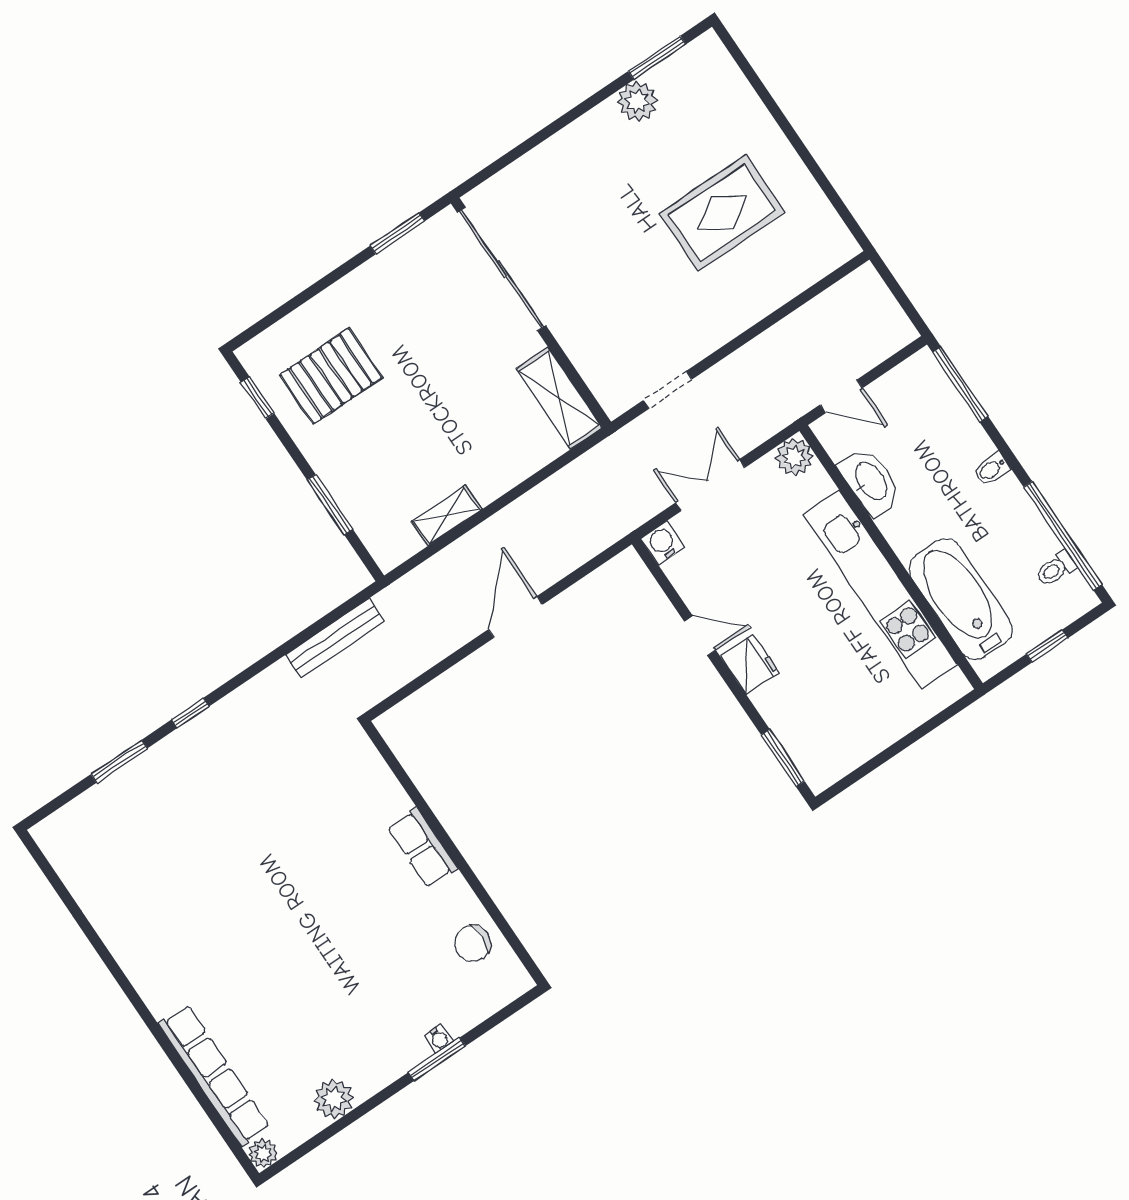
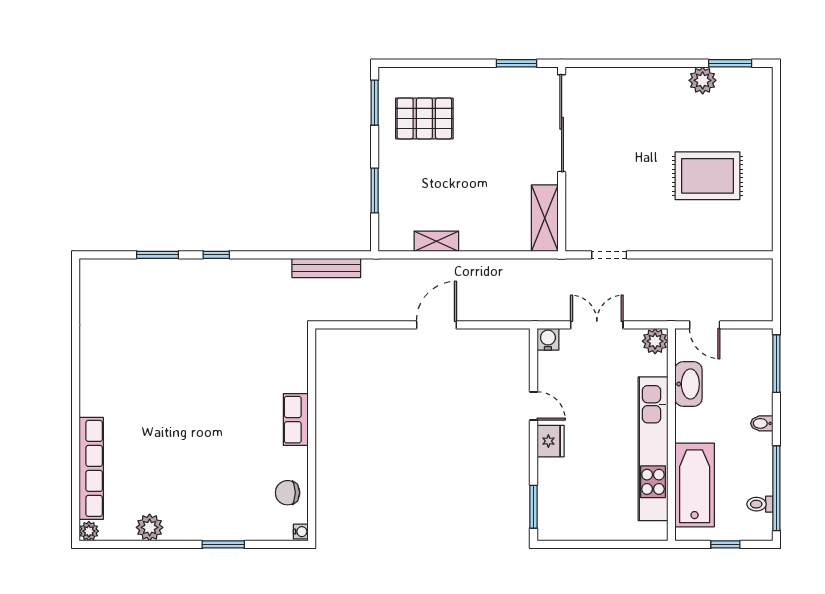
window: (258, 398) -> (375, 103), width x1.50
water cooler: (439, 1039) -> (301, 532), moved, turned -90

